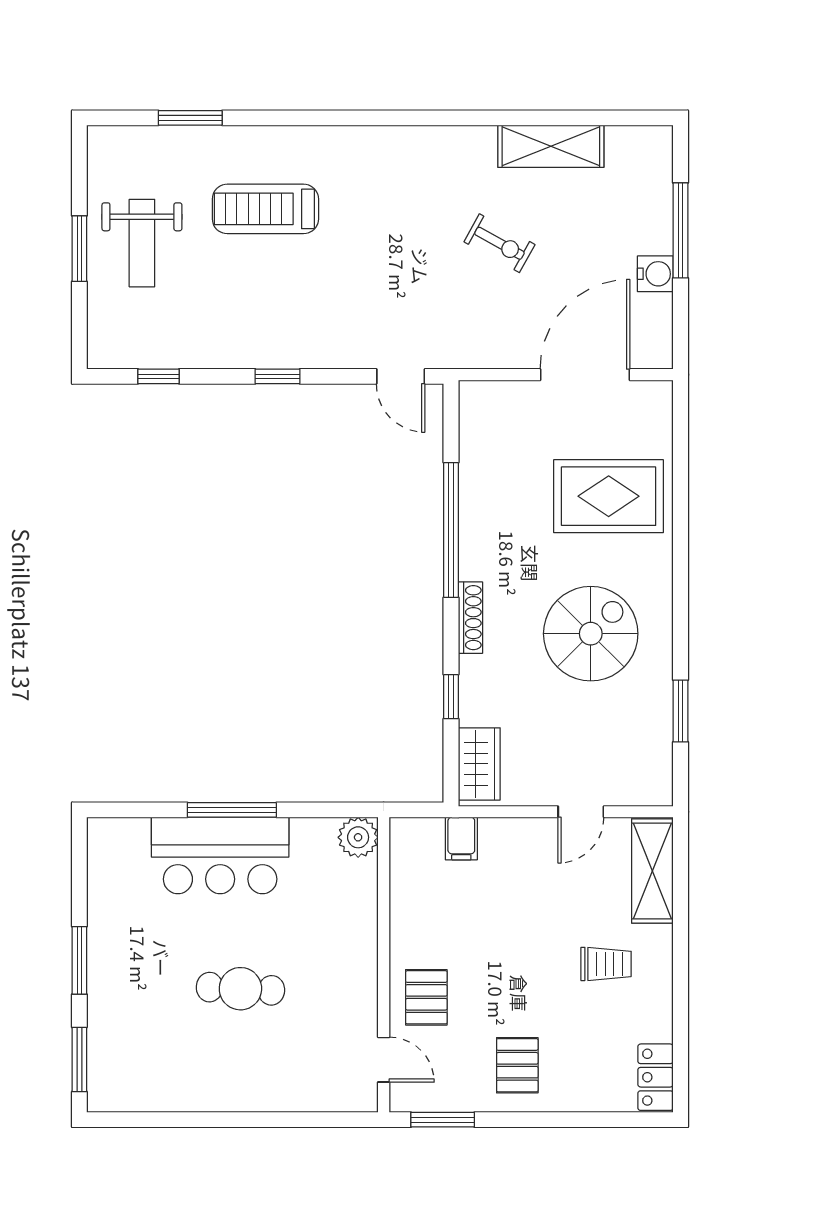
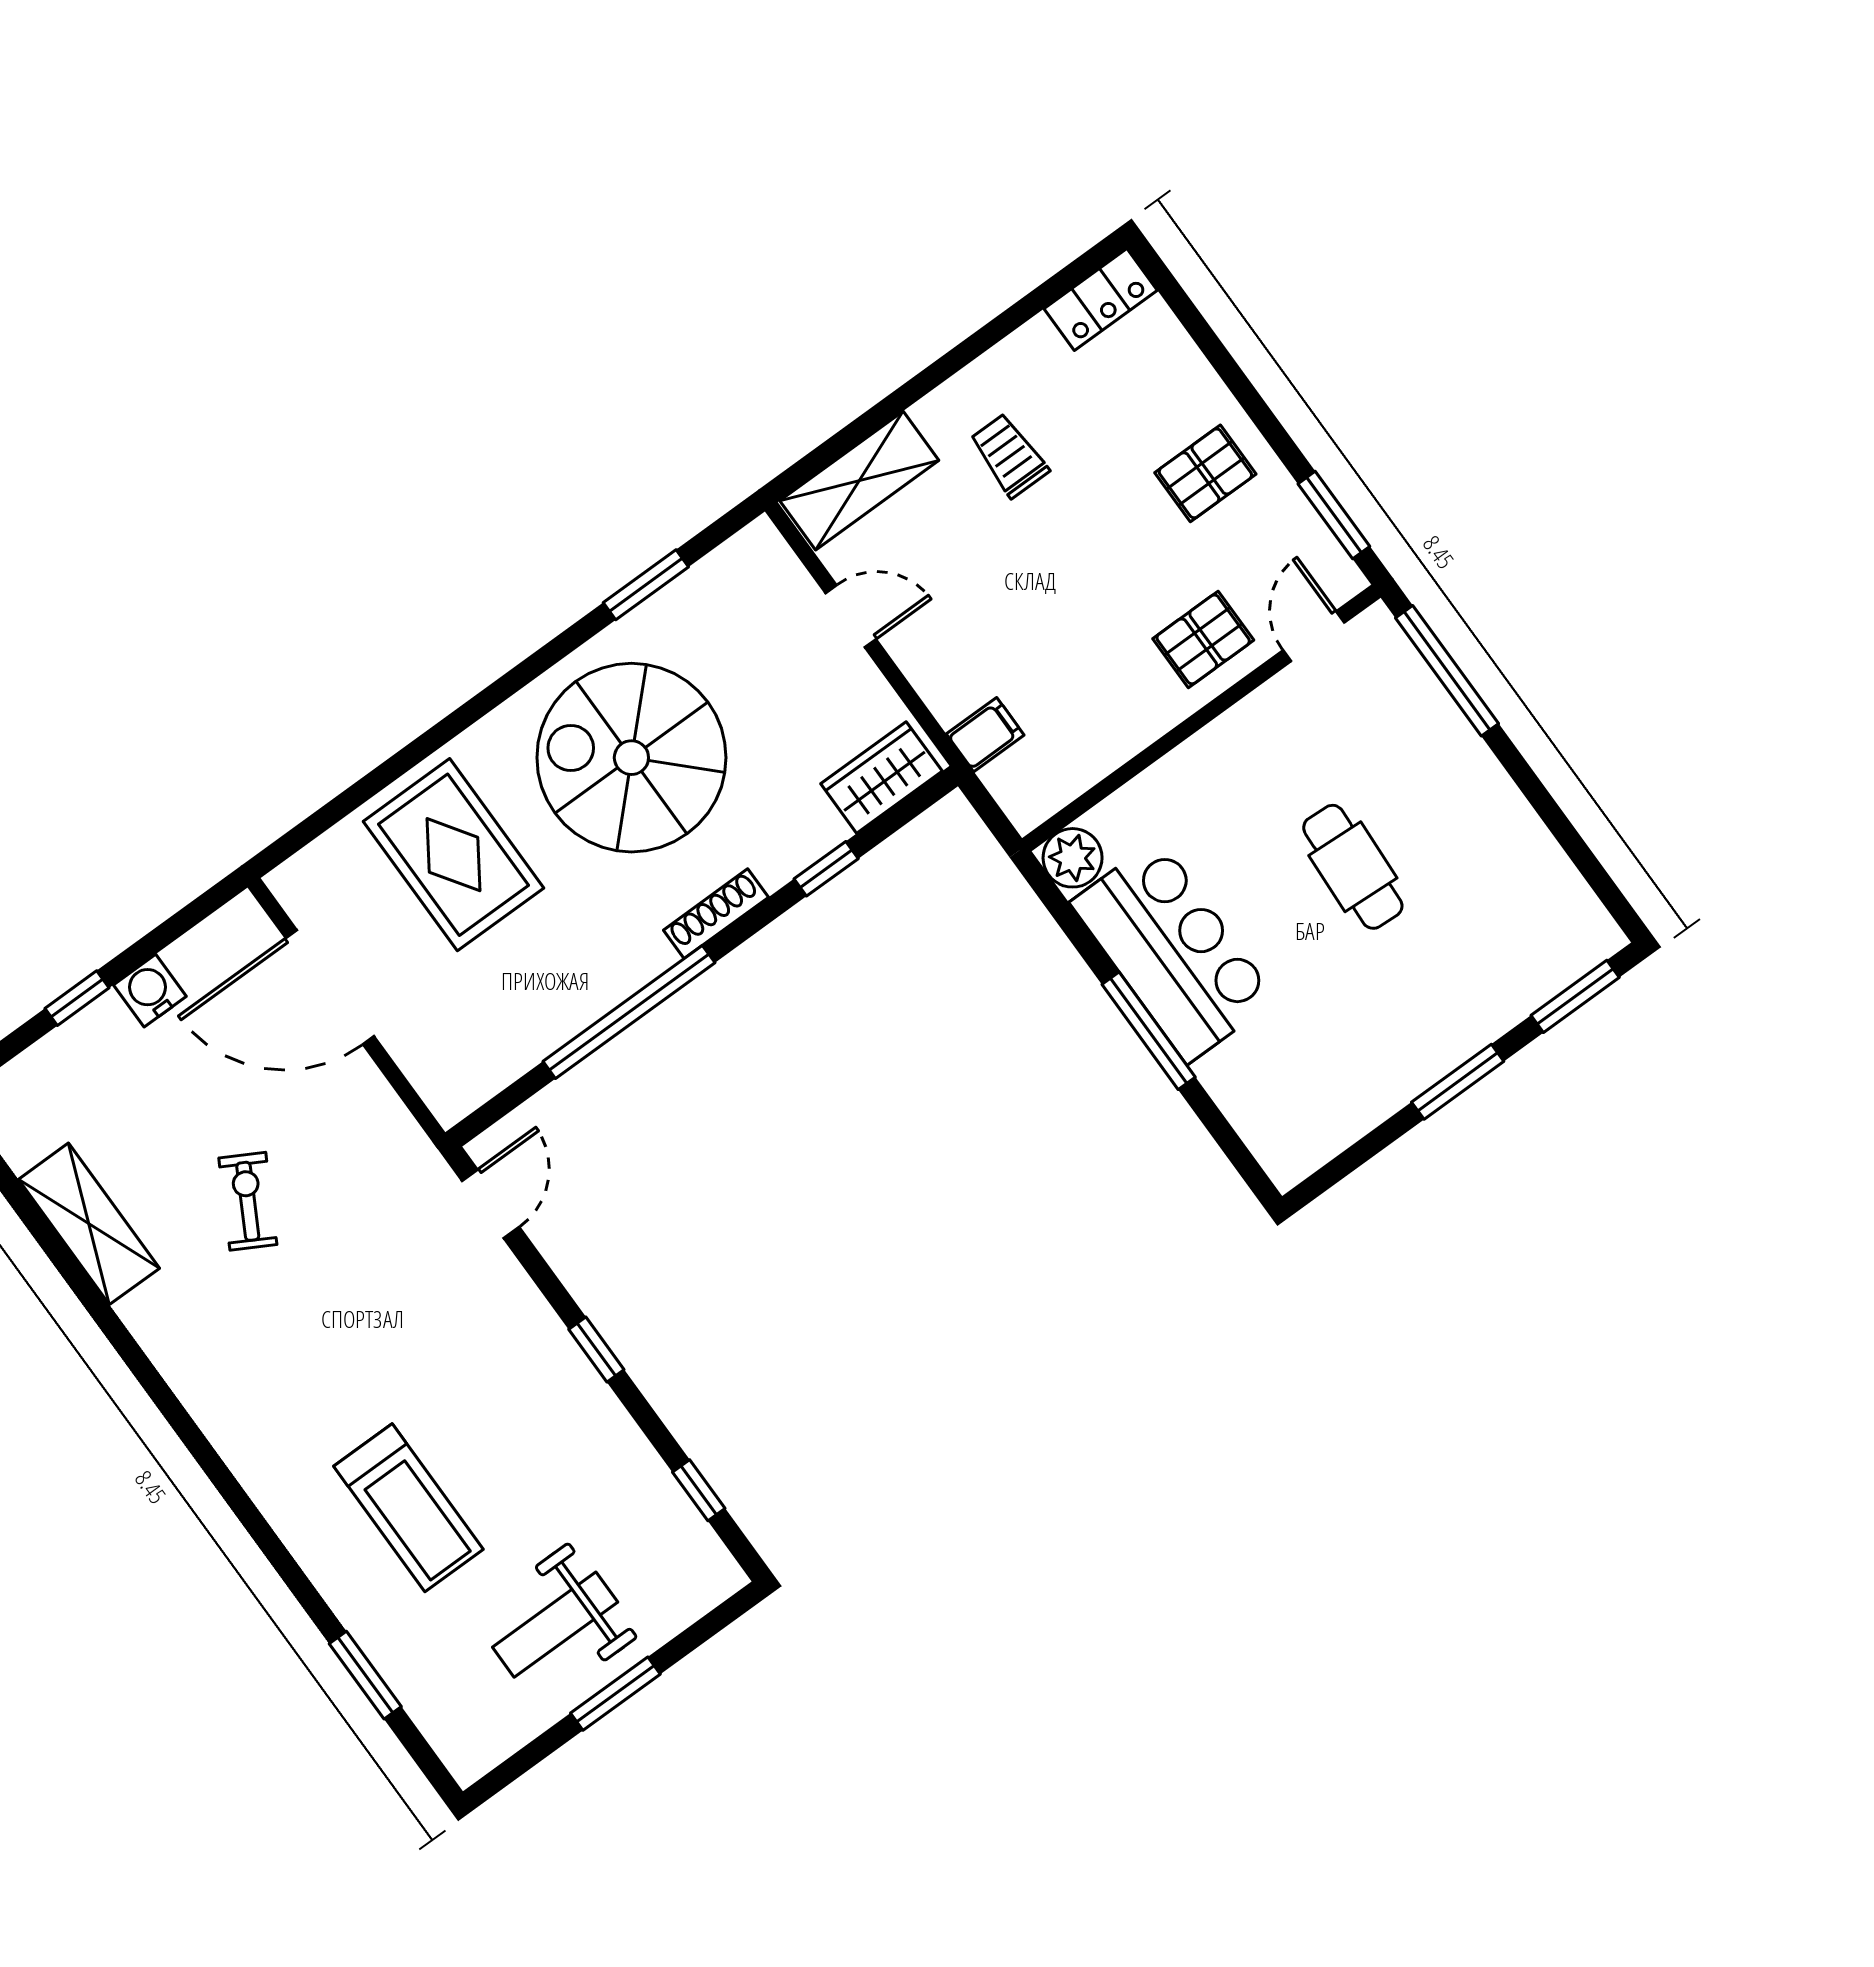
window: (681, 230) -> (77, 998), width x0.46
weight bench: (142, 243) -> (555, 1625), turned 180
spiral stairs: (591, 634) -> (631, 758), width x1.37, depth x1.37
bar counter: (220, 855) -> (1173, 951), moved
window: (311, 1120) -> (1447, 671), added

